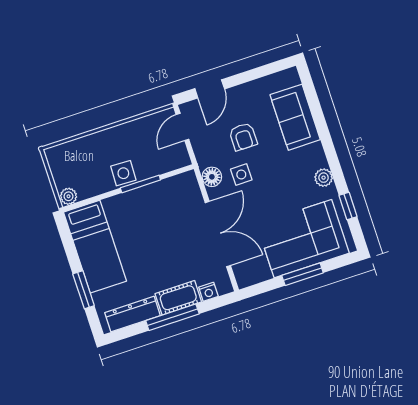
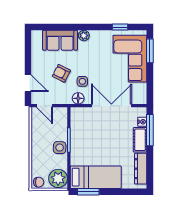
armchair: (243, 137) -> (61, 73), turned -153
chair: (57, 158) -> (39, 182), added
plant: (324, 178) -> (84, 36), moved
plant: (68, 196) -> (58, 178), width x1.87, depth x1.87
window: (303, 274) -> (150, 51), moved
window: (84, 290) -> (88, 192), moved
window: (172, 317) -> (150, 130), moved

